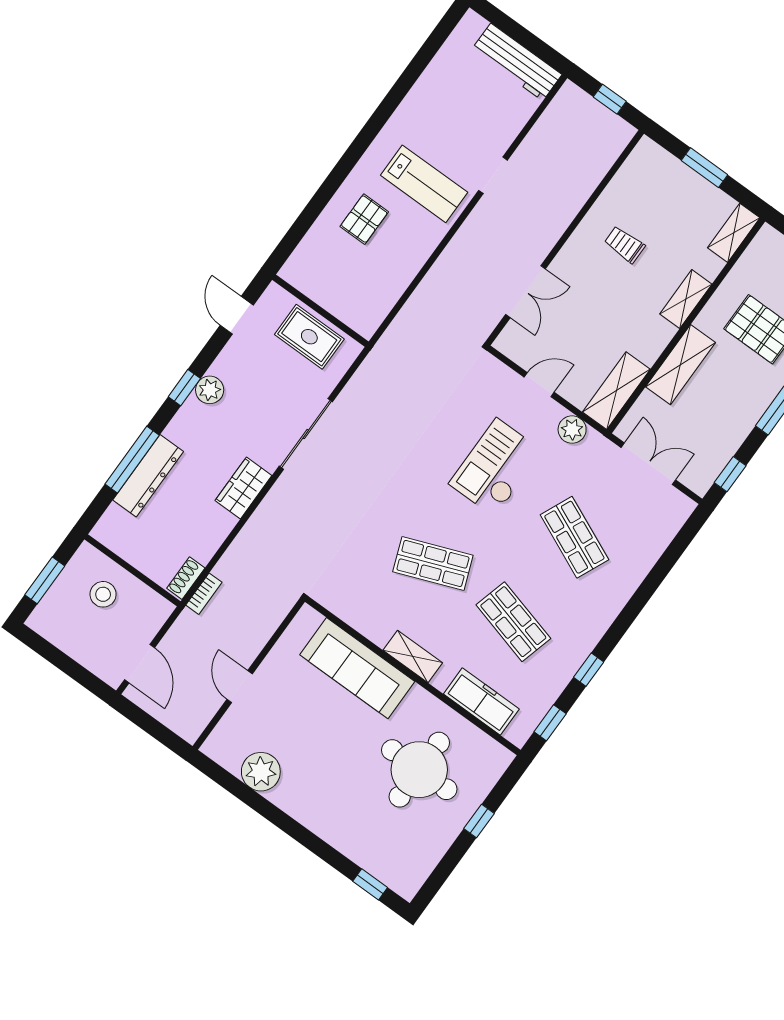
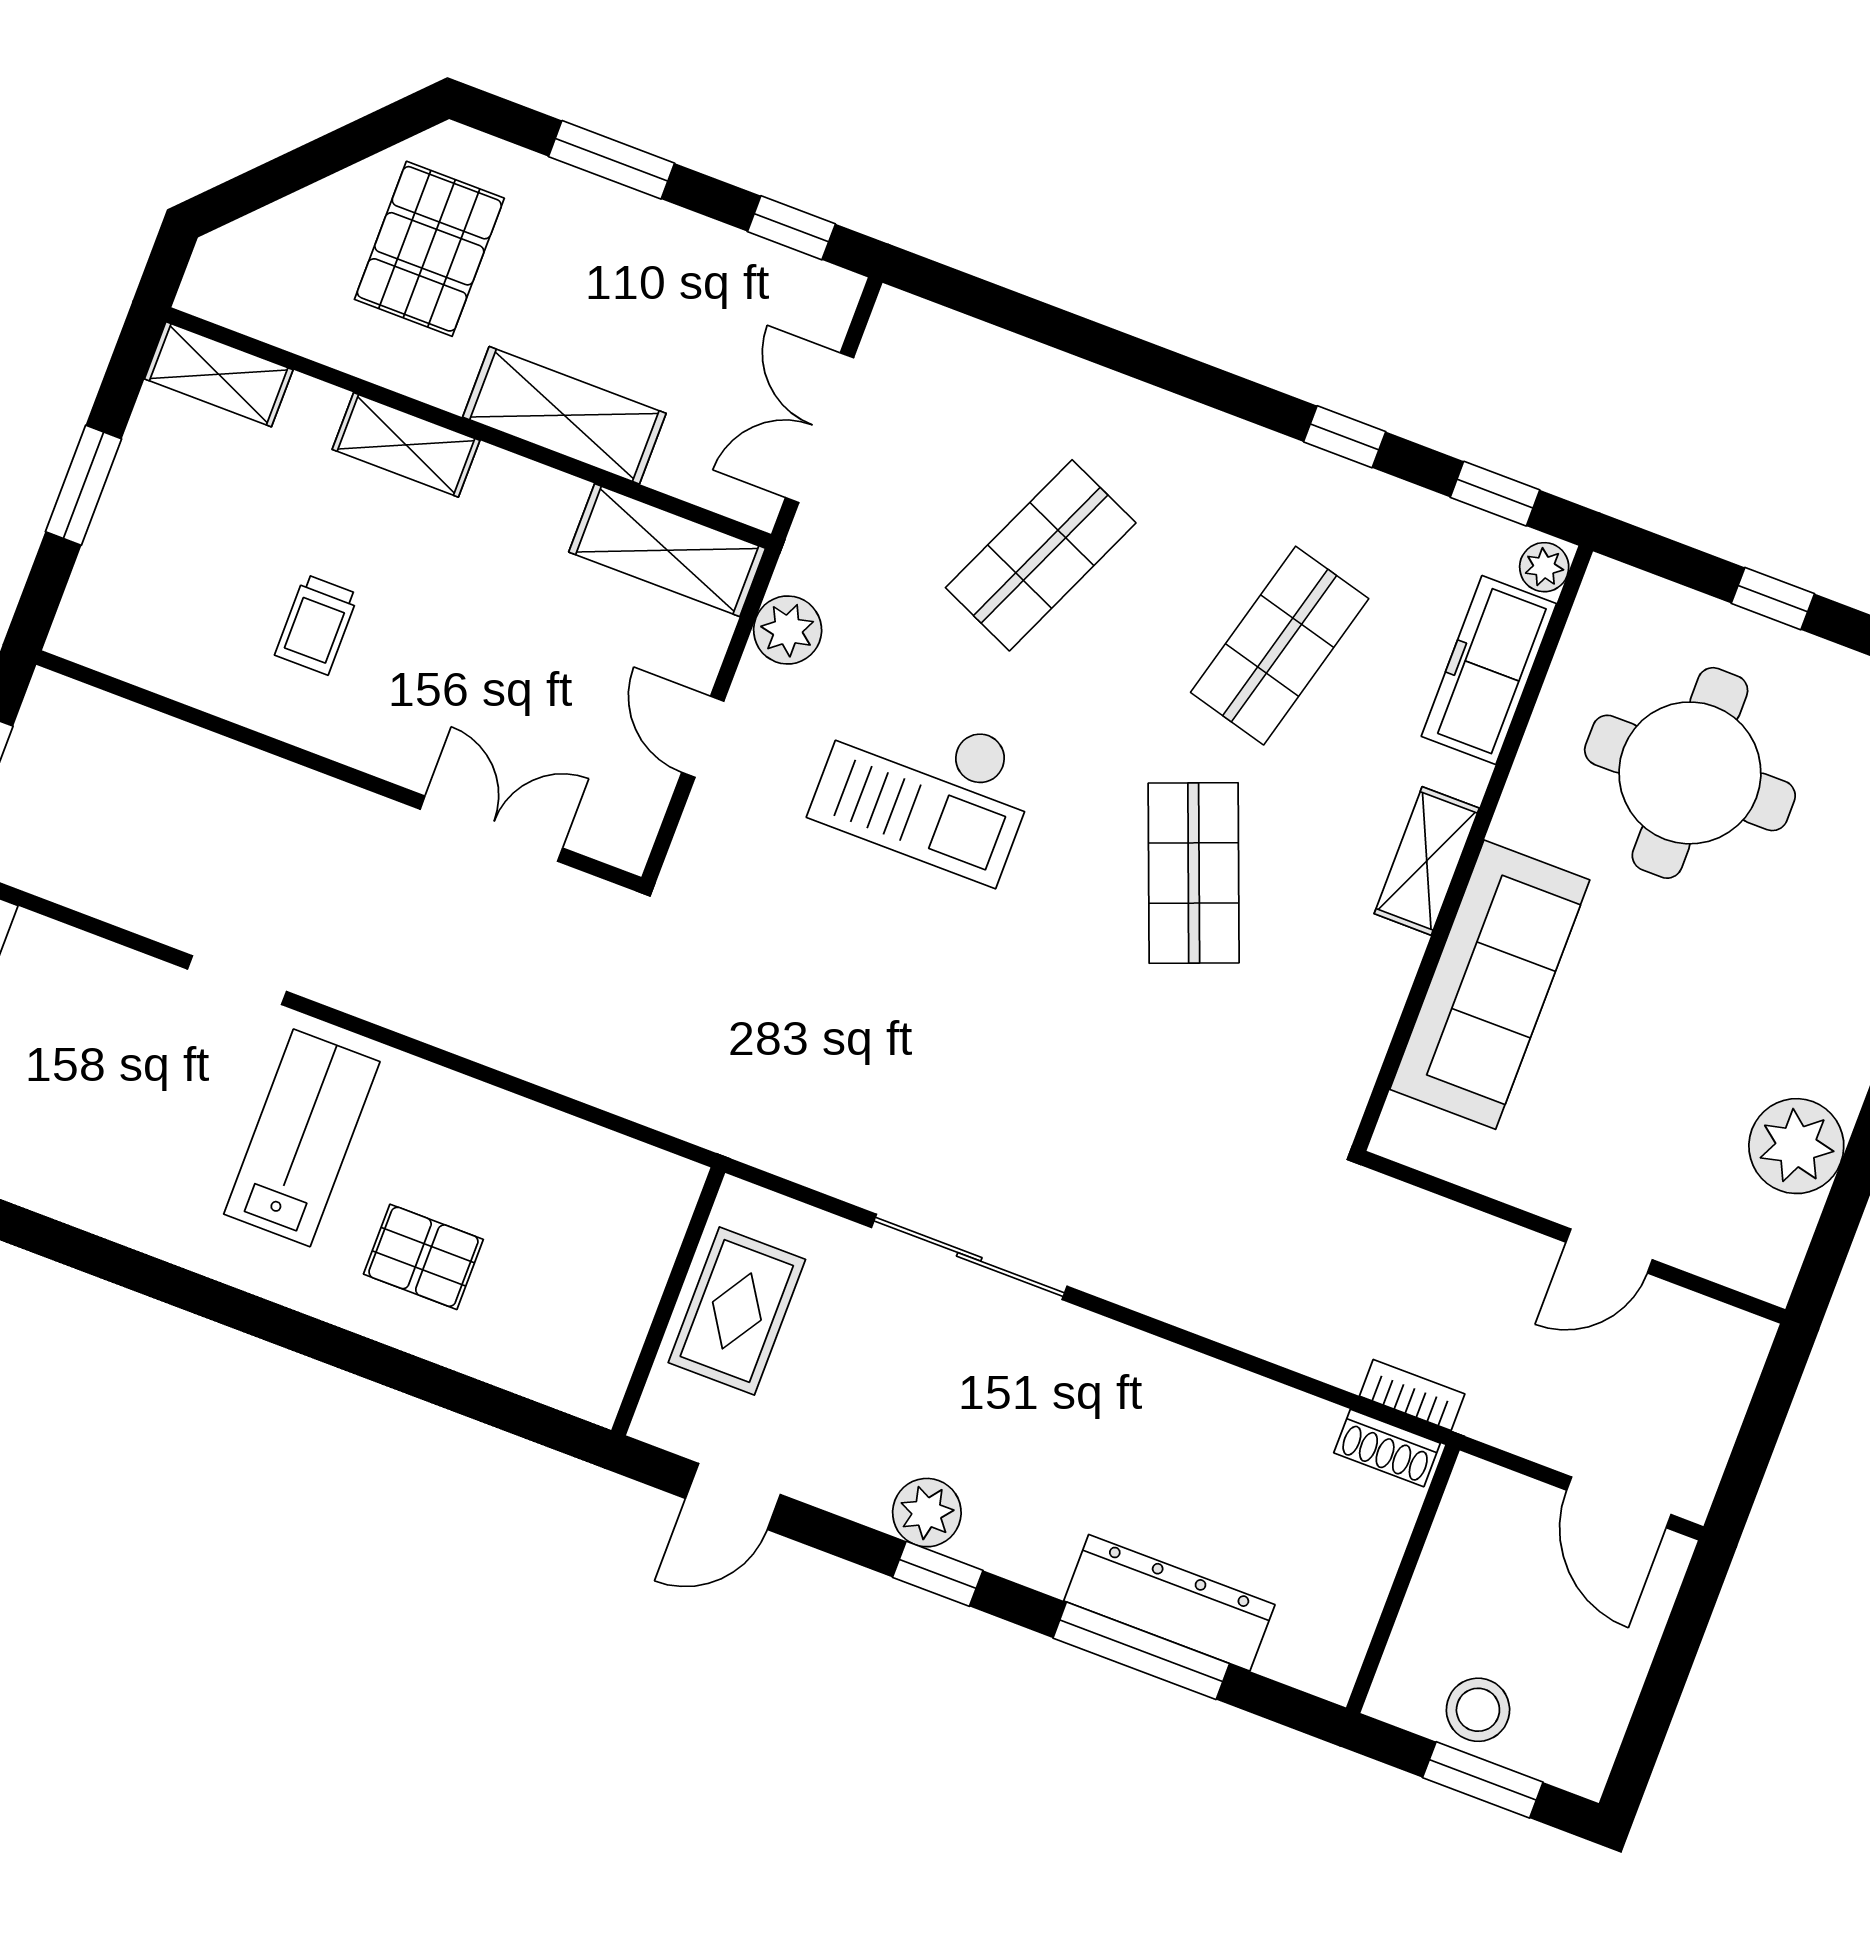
wardrobe: (243, 488) -> (1137, 1370), removed
stool: (103, 594) -> (1478, 1710), moved
door: (140, 664) -> (1619, 1502), swing flipped
plant: (516, 734) -> (1544, 567), added

